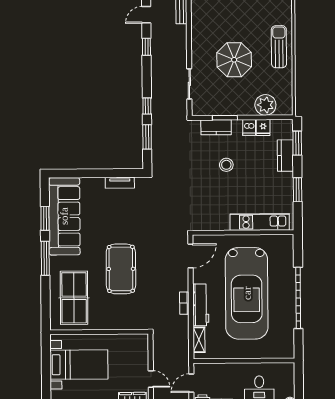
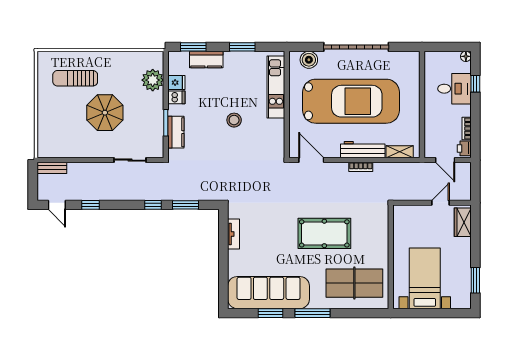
sun lounger: (279, 47) -> (75, 78), moved
stool: (226, 165) -> (234, 120), moved
boiler: (286, 253) -> (309, 60), added

